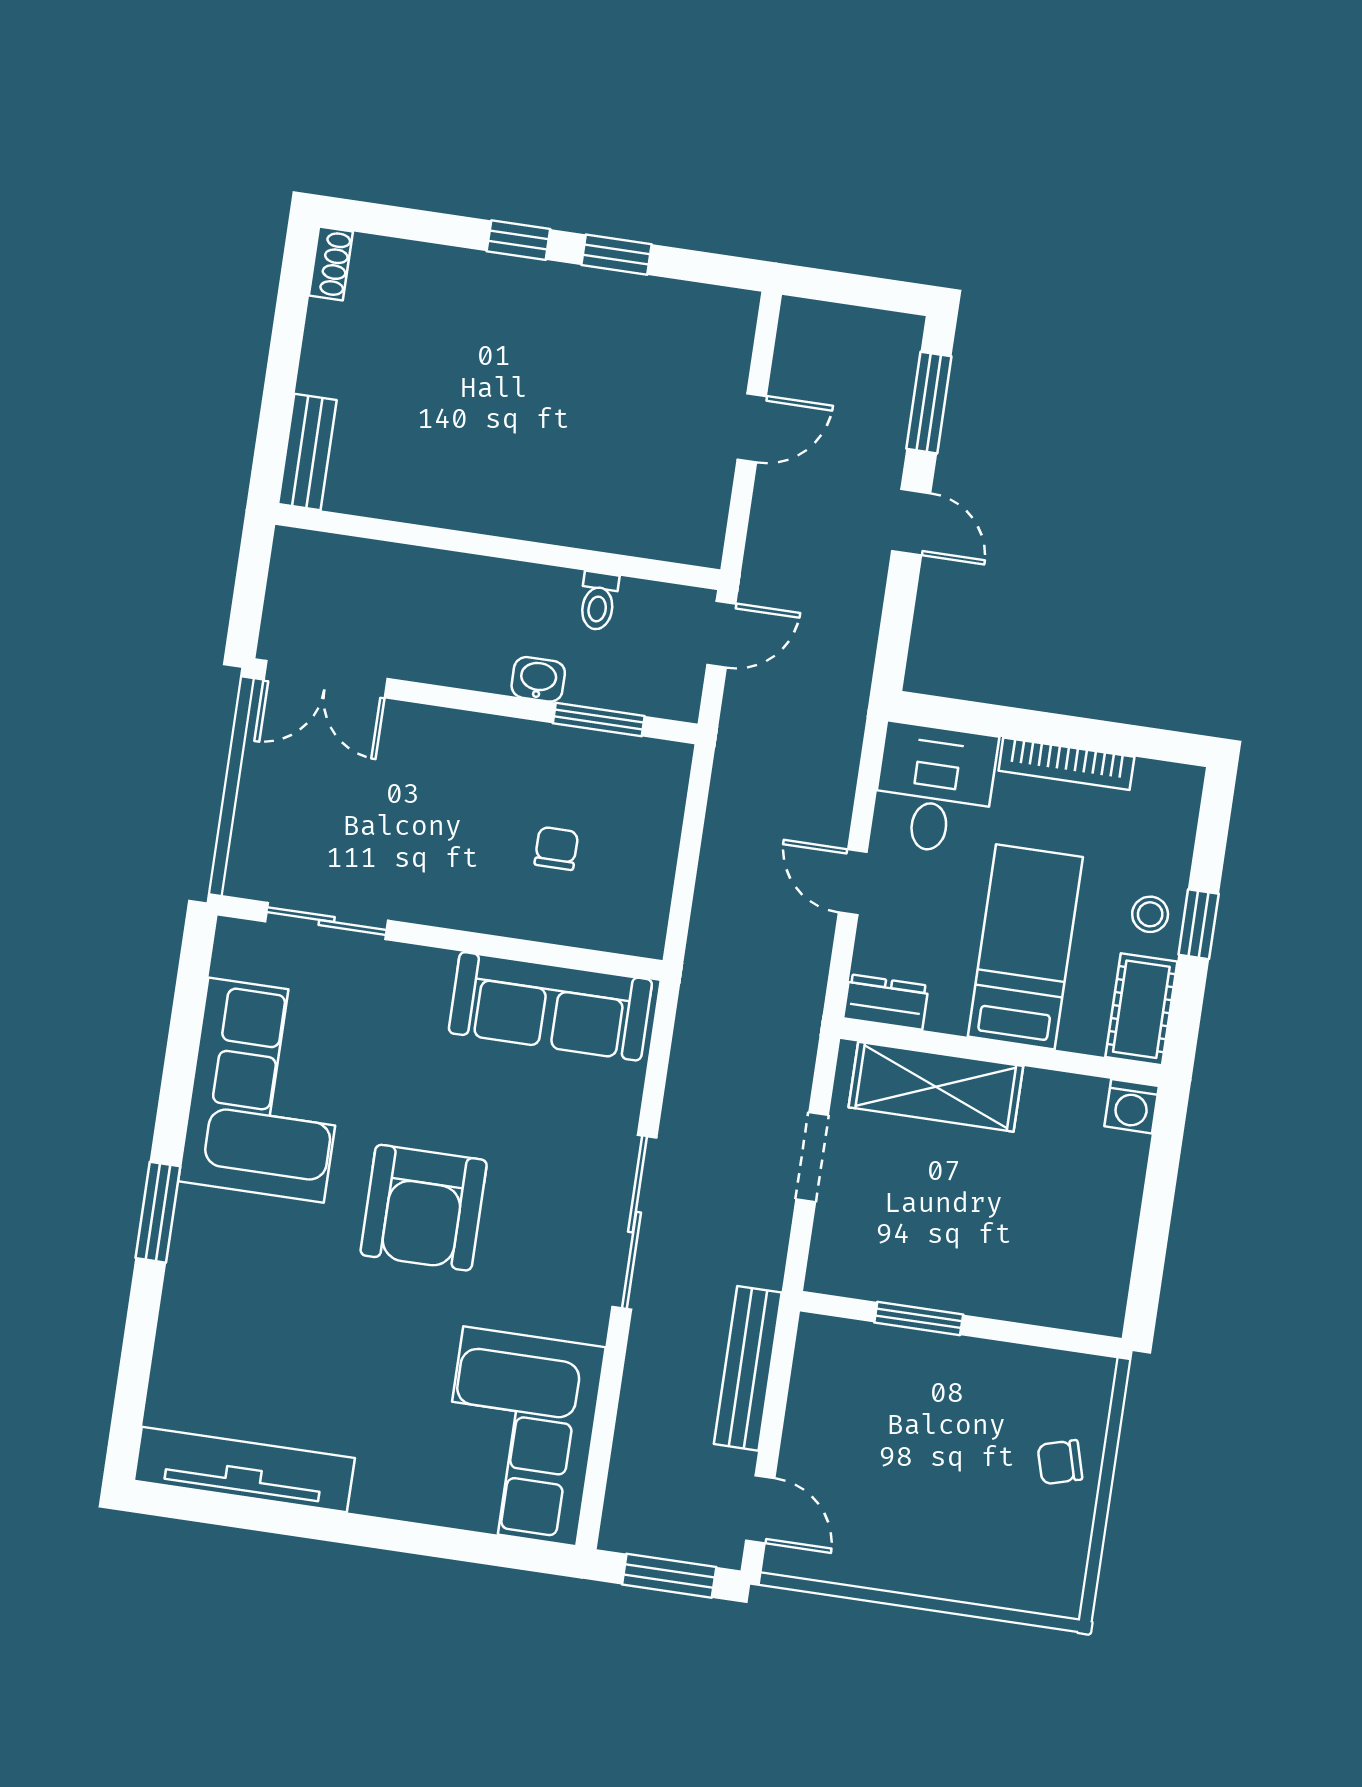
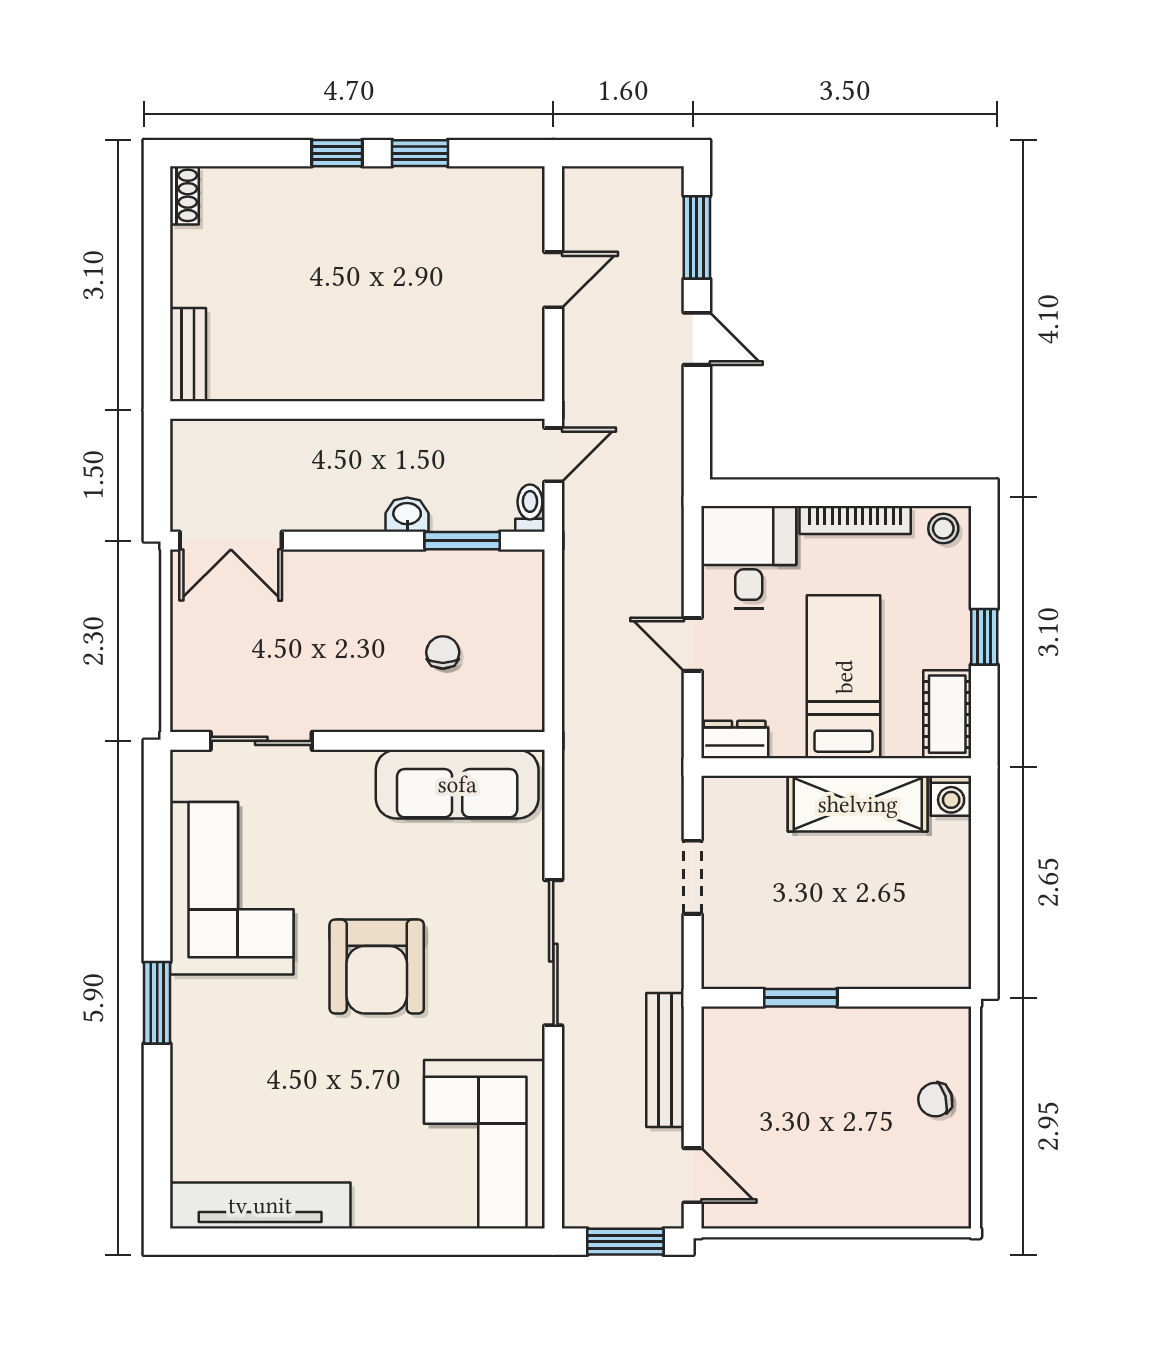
toilet: (598, 601) -> (530, 508), moved, turned 180
stool: (1150, 914) -> (943, 528), moved
shelving: (936, 1087) -> (858, 804), moved

